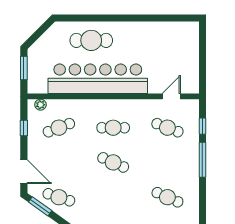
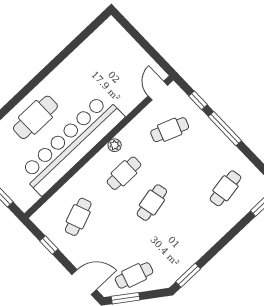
door: (171, 96) -> (158, 91), moved
plant: (40, 105) -> (115, 145), moved
cafe table: (113, 162) -> (152, 203), turned -36
cafe table: (167, 197) -> (226, 188), turned -33

